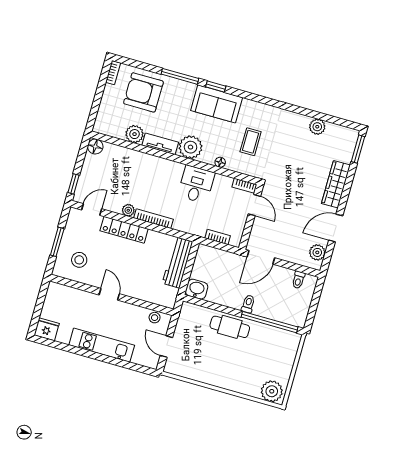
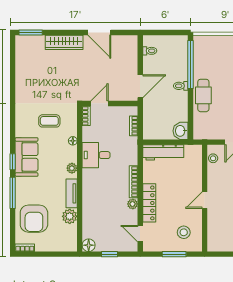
plant: (317, 127) -> (22, 71), removed
plant: (191, 147) -> (72, 168), width x0.53, depth x0.53
window: (74, 184) -> (110, 254), moved
plant: (317, 252) -> (123, 42), removed
door: (261, 257) -> (140, 86), hinge flipped

